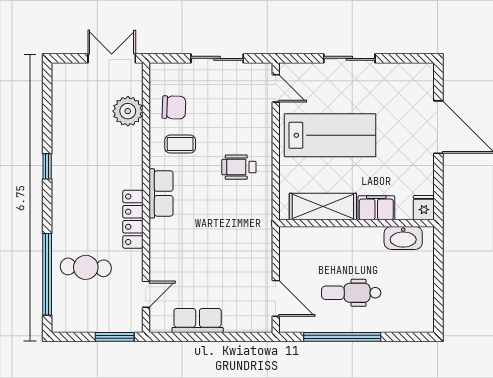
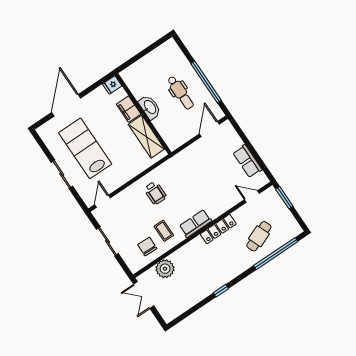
lab bench: (330, 135) -> (85, 148), moved
washbasin: (403, 238) -> (150, 107), moved
cafe table: (86, 267) -> (259, 236), turned 65

